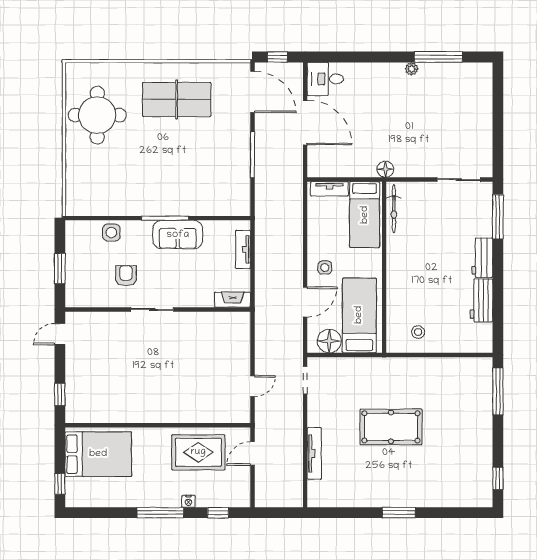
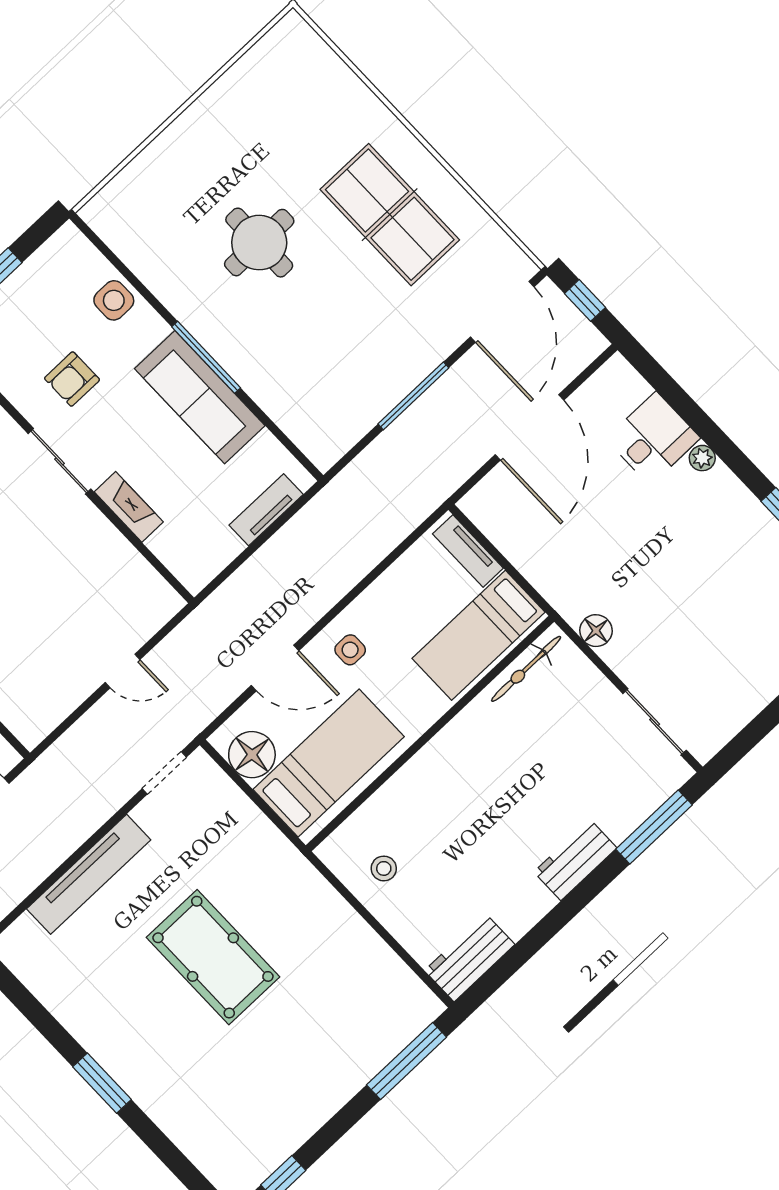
plant: (412, 69) -> (702, 458), moved
desk: (325, 79) -> (653, 438), moved, turned 90
round table: (97, 115) -> (259, 243), moved, width x0.73, depth x0.73
floor lamp: (385, 169) -> (596, 631), moved
sofa: (178, 235) -> (200, 397), width x1.36
armchair: (126, 276) -> (72, 379), turned 180
fireplace: (233, 300) -> (129, 507), moved
workbench: (481, 300) -> (470, 957), moved
door: (252, 386) -> (122, 671), moved
tv unit: (314, 453) -> (89, 874), width x1.36, depth x1.29

